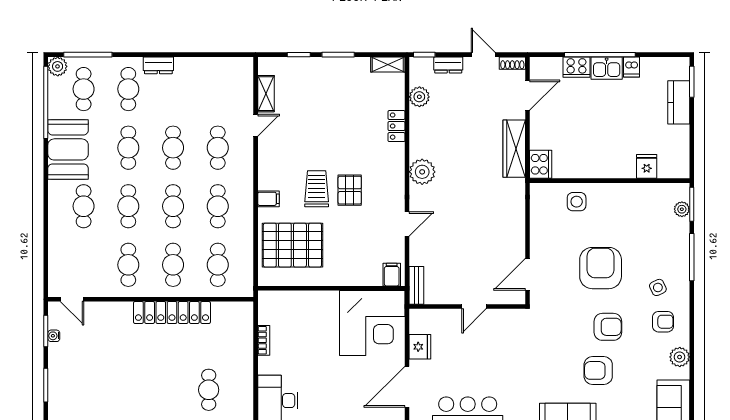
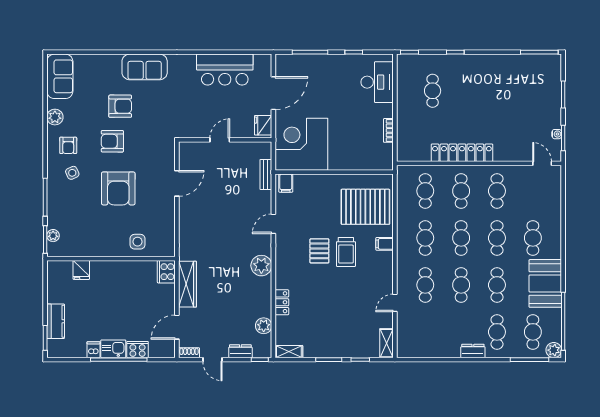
shelving: (266, 94) -> (387, 343), moved
wall: (467, 307) -> (225, 140), moved
door: (474, 307) -> (220, 140), moved
armchair: (663, 322) -> (68, 145), turned -90

